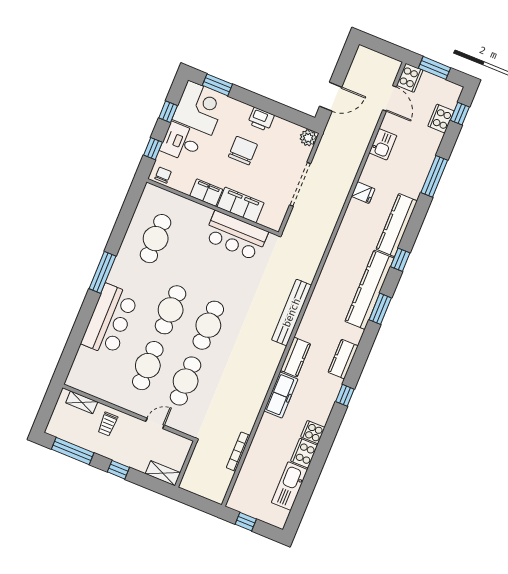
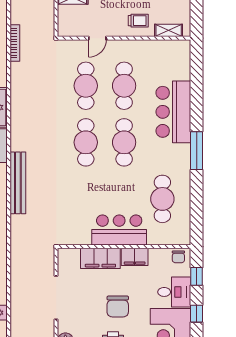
bar counter: (236, 236) -> (119, 230), moved
trolley: (108, 424) -> (138, 21), turned 90

